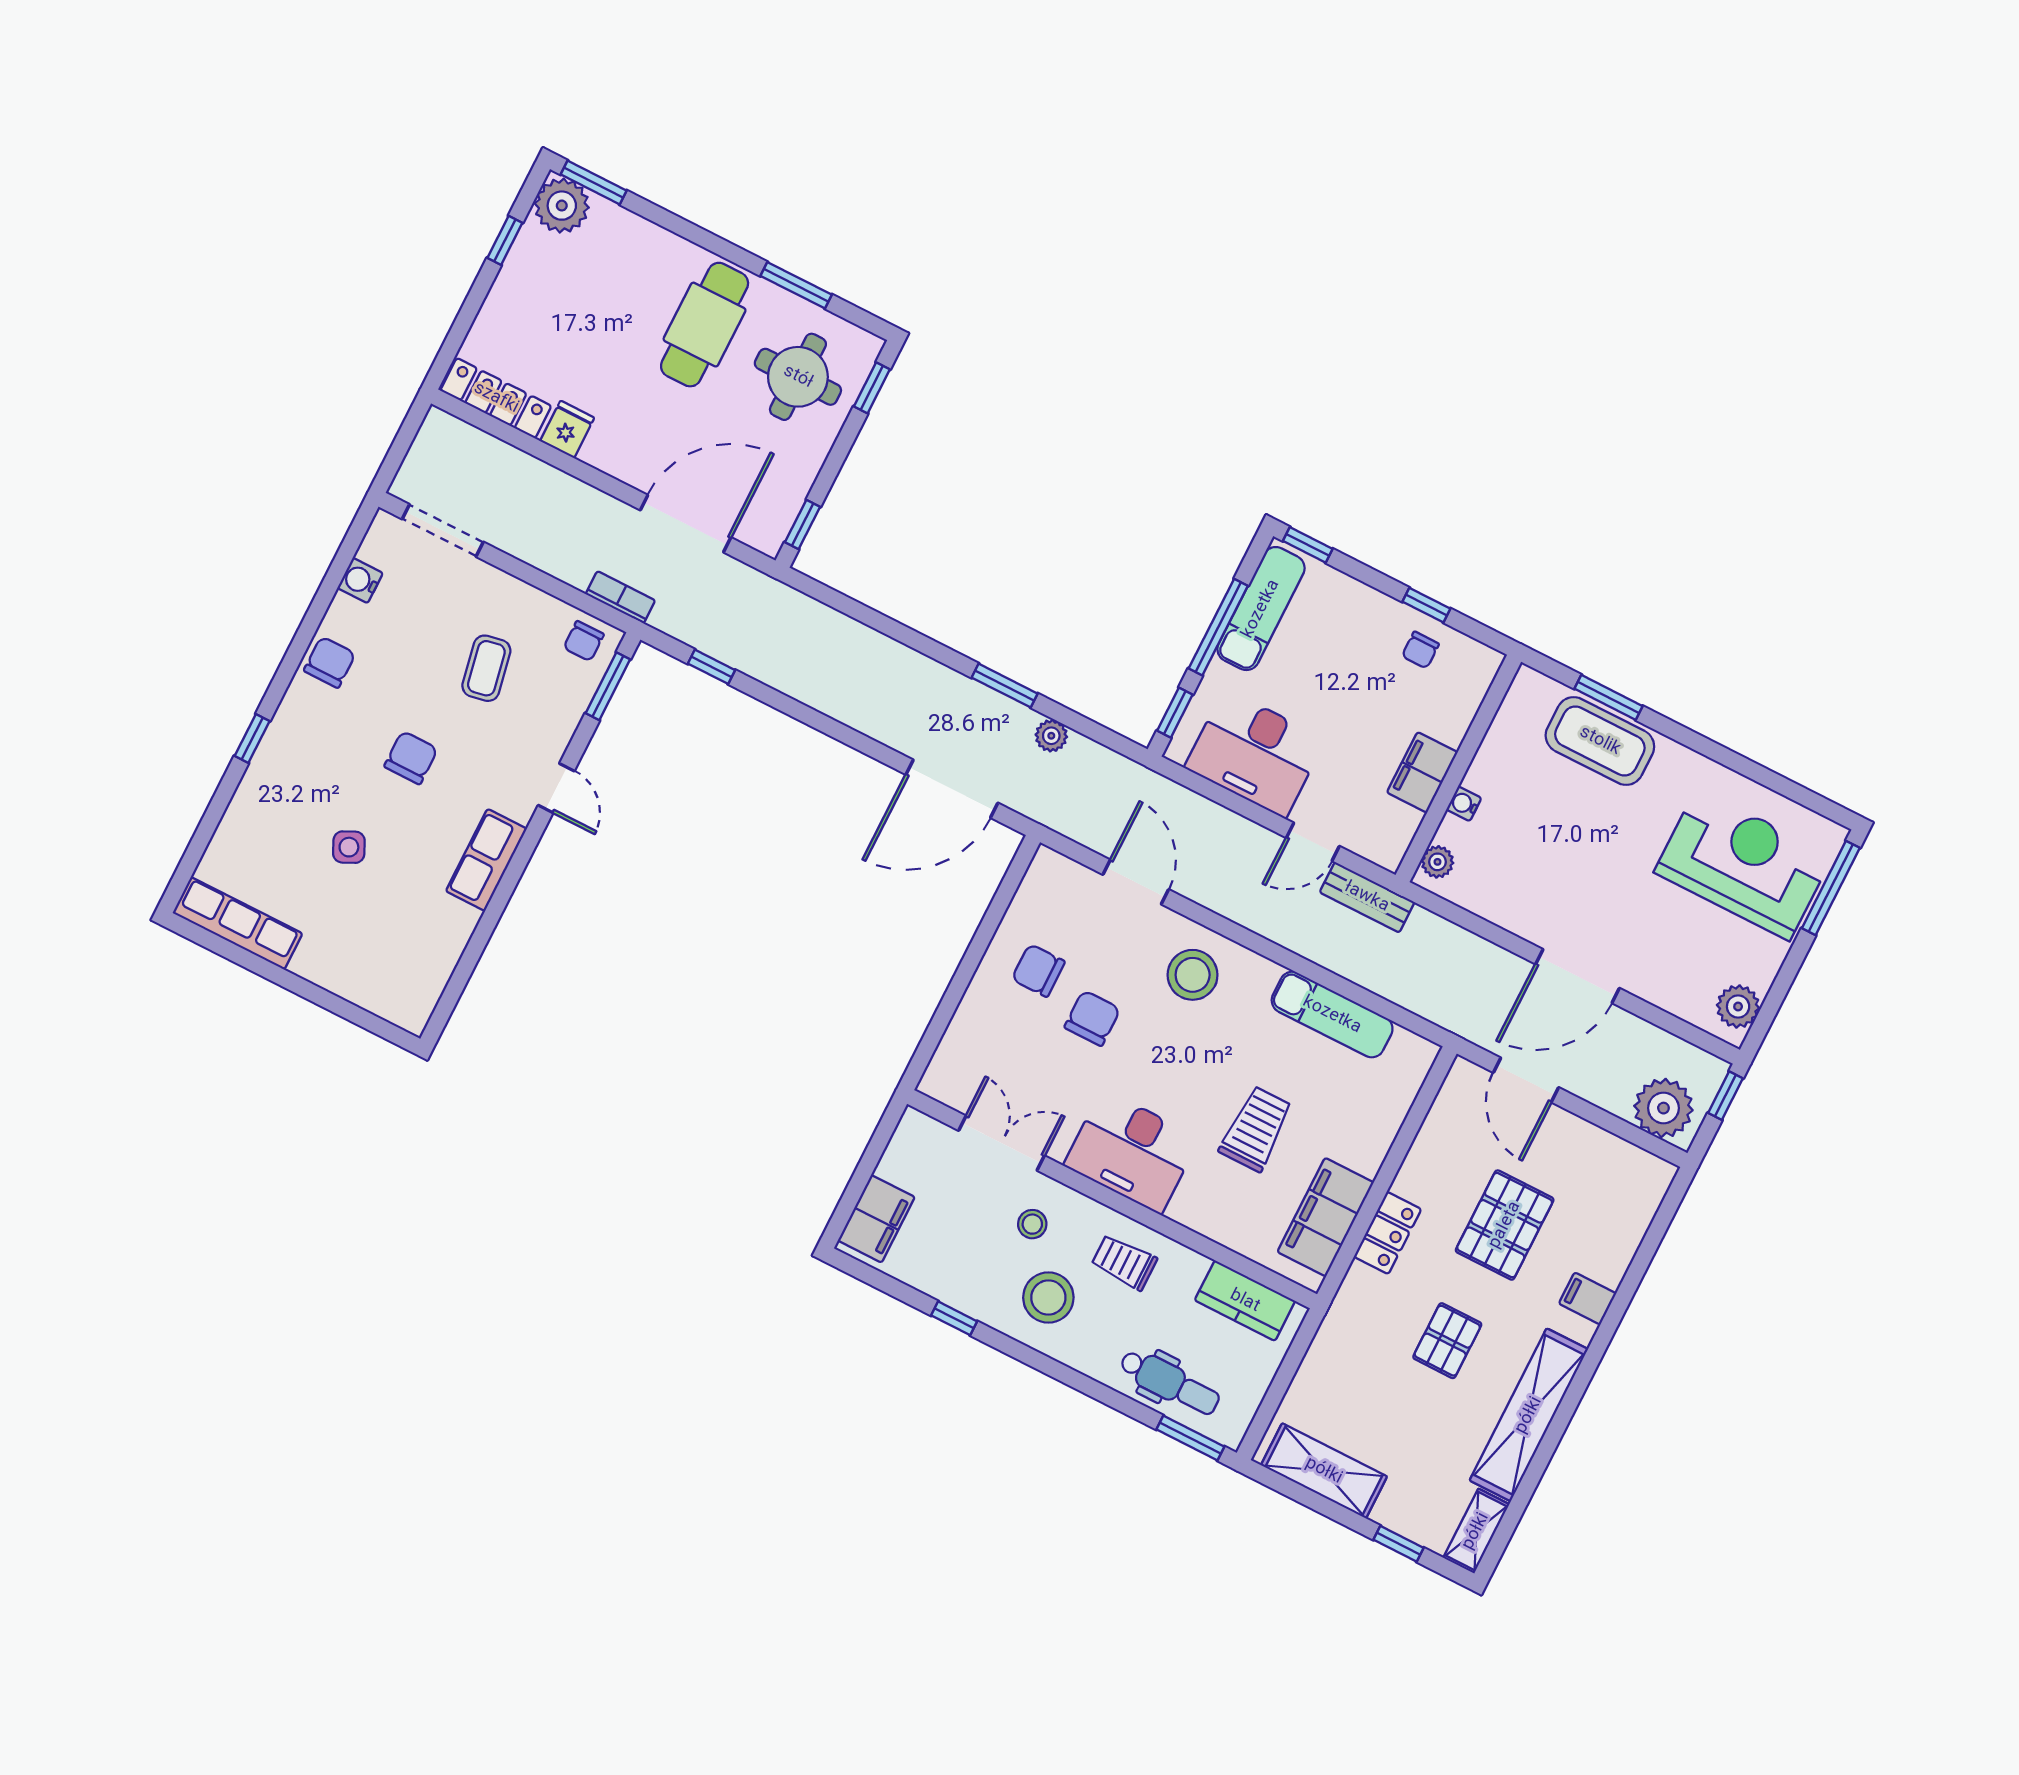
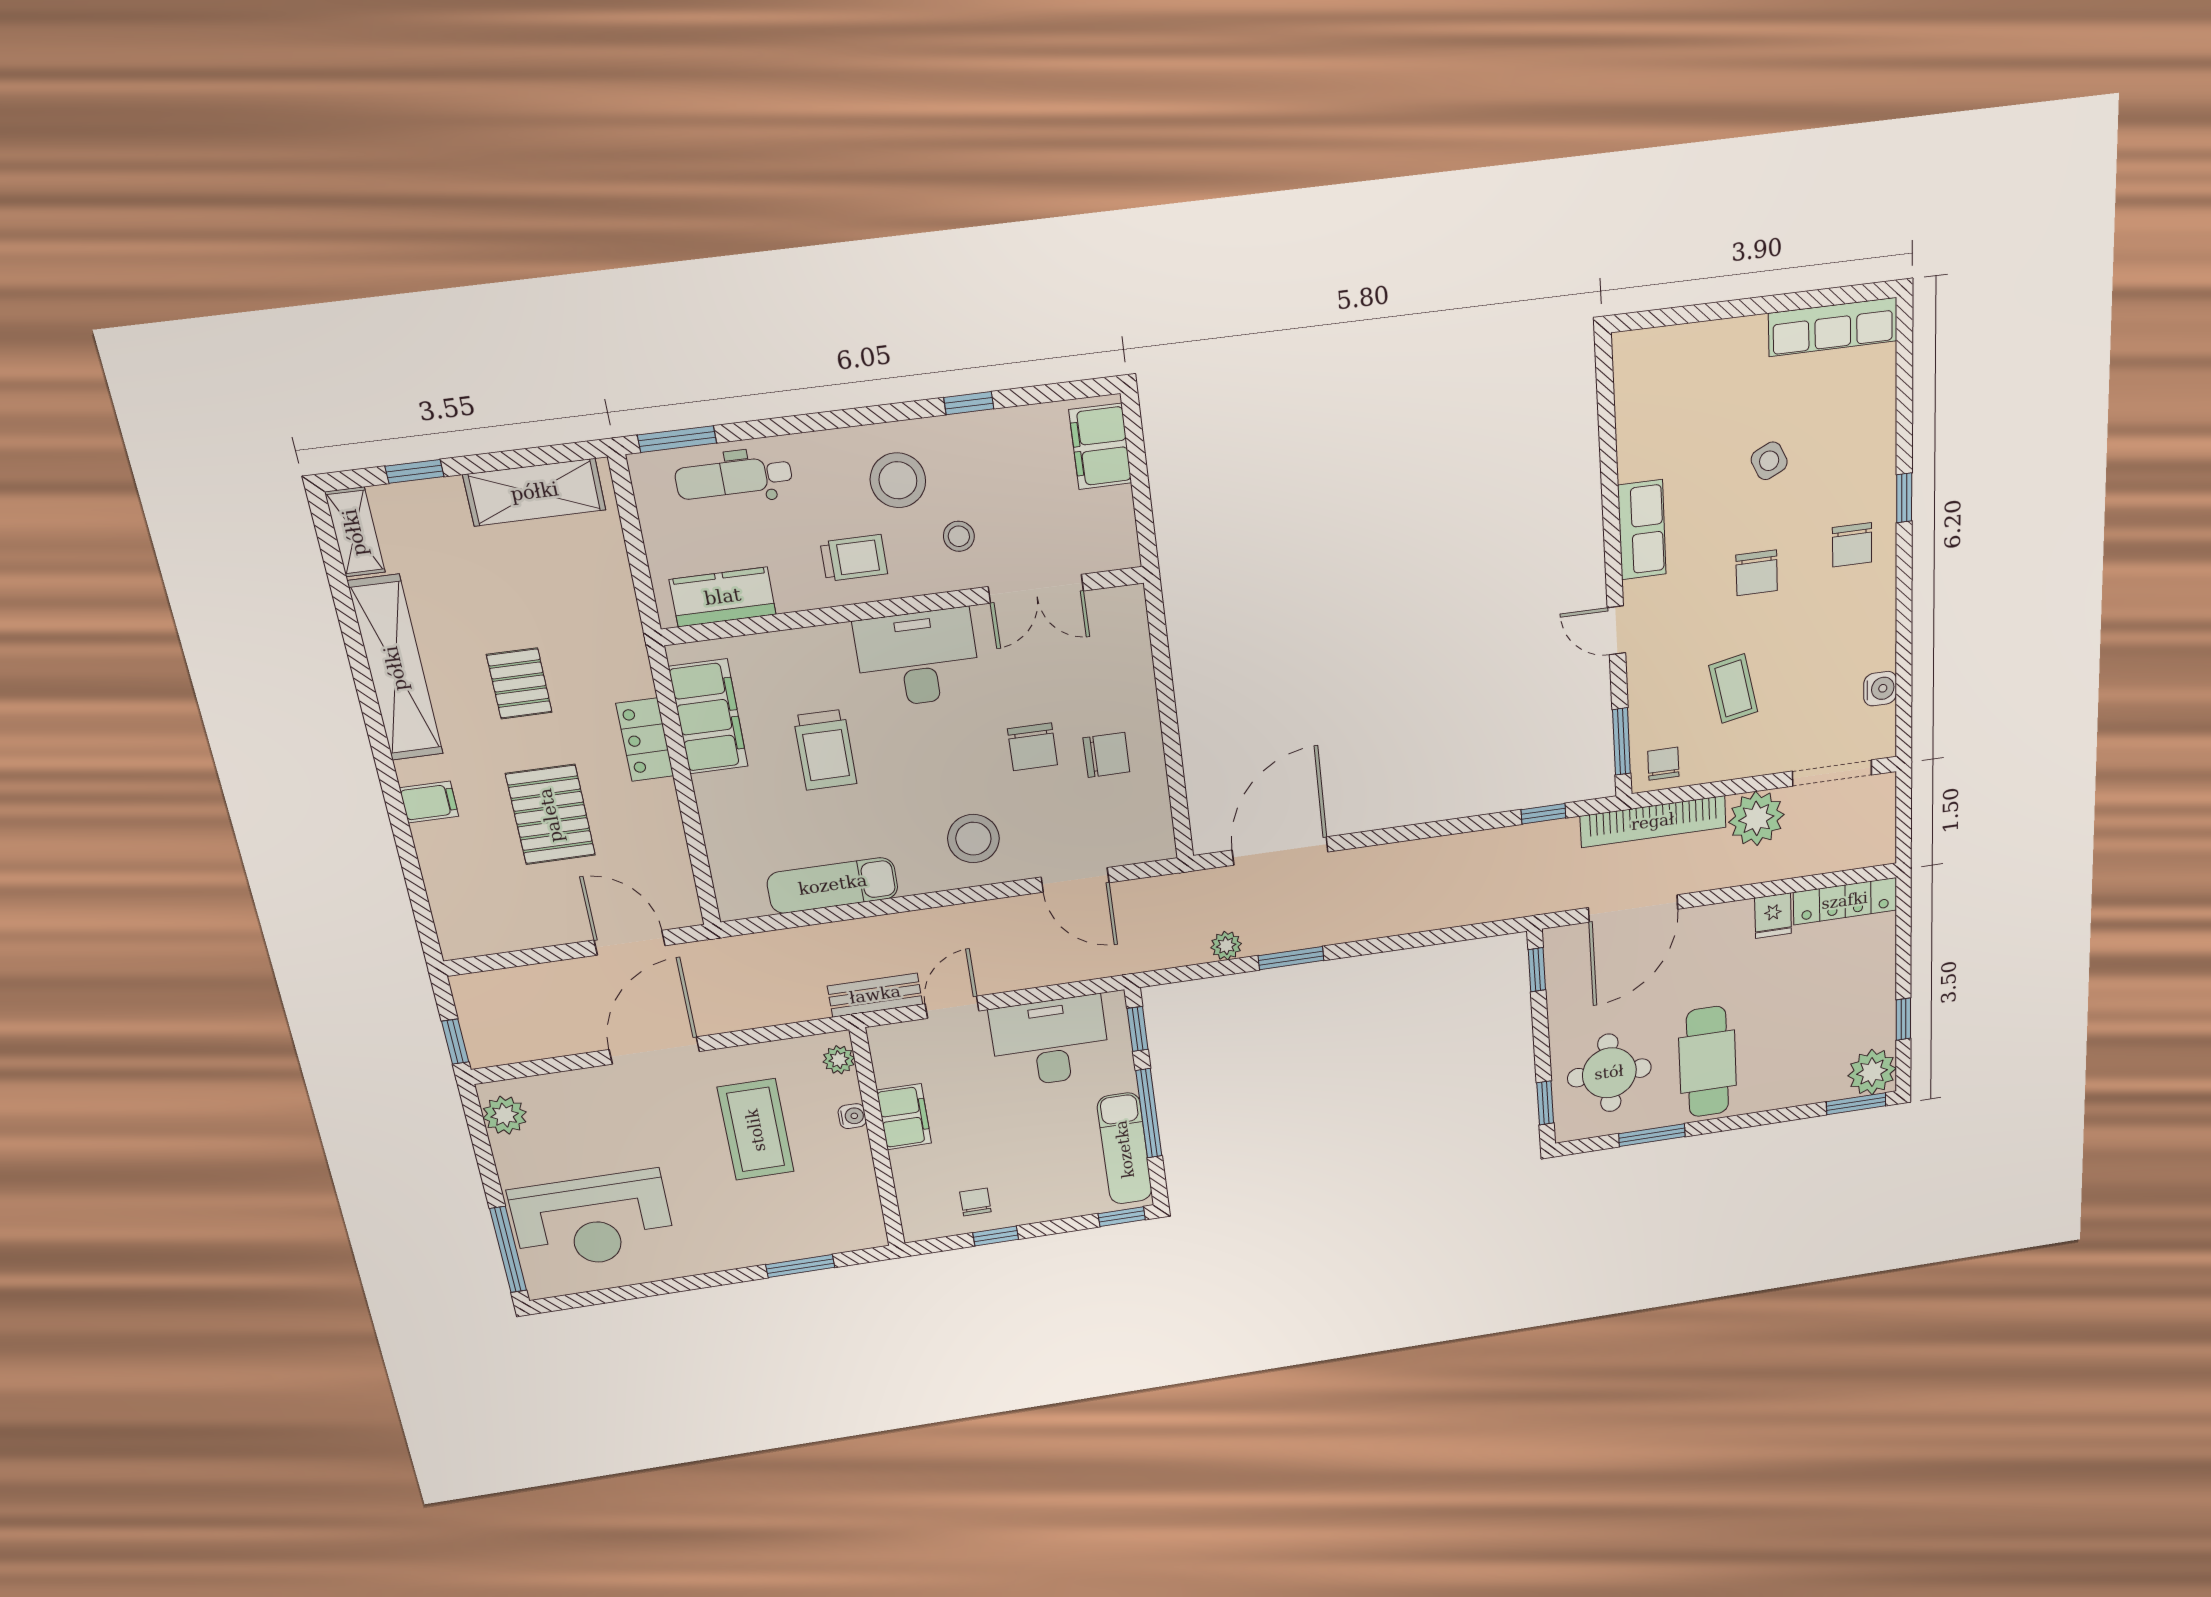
bookcase: (620, 597) -> (1653, 822), width x2.31, depth x1.31
chair: (330, 662) -> (1852, 545), moved
coffee table: (1600, 741) -> (756, 1130), moved, turned 90
plant: (1663, 1108) -> (1756, 818), moved

